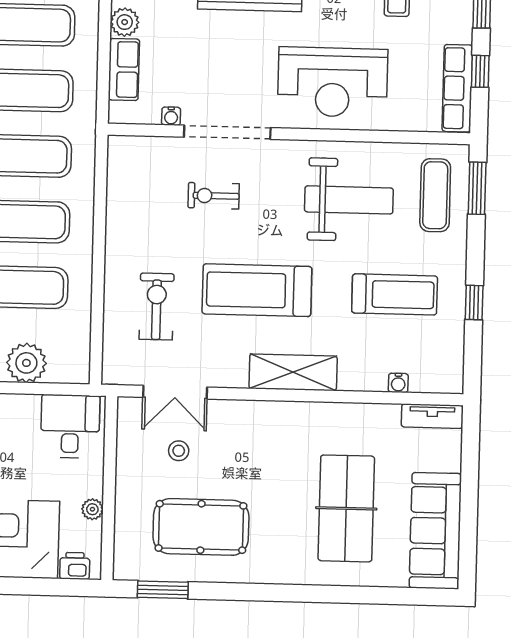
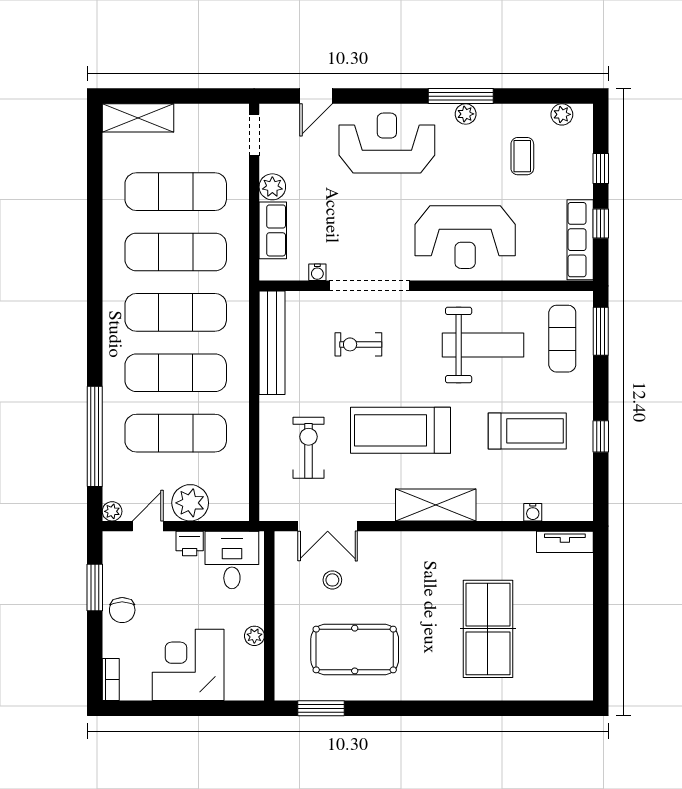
bench: (120, 191) -> (272, 343), added
sofa: (435, 531) -> (570, 647), removed
printer: (75, 566) -> (190, 543), moved, turned 180

